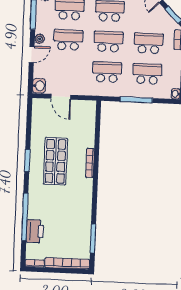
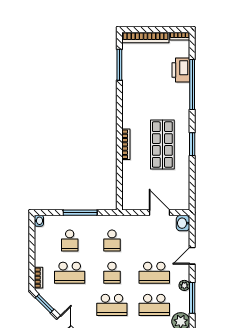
plant: (40, 39) -> (184, 285), moved
school desk: (108, 42) -> (112, 273), width x0.54
school desk: (107, 72) -> (112, 241), width x0.54
school desk: (147, 74) -> (70, 241), width x0.54

